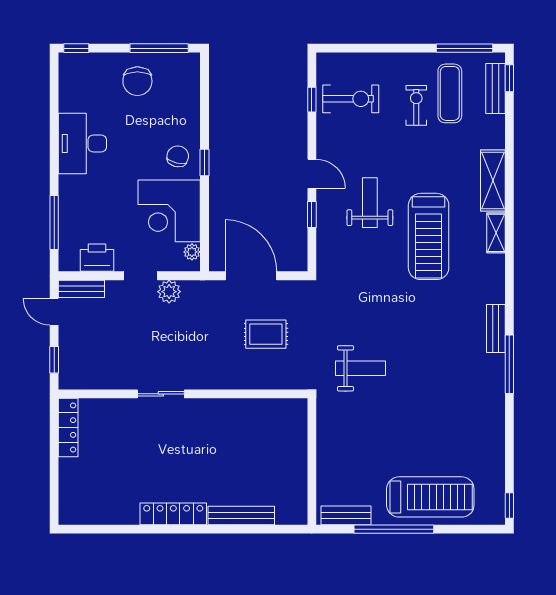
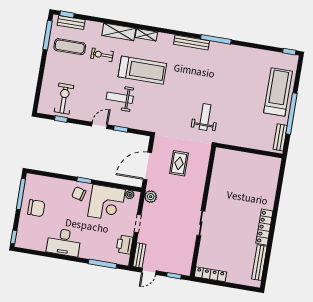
exercise bike: (416, 105) -> (102, 55), moved
plant: (169, 292) -> (151, 197), moved
bench: (496, 329) -> (192, 42), width x1.36
bench: (241, 515) -> (259, 263), moved

